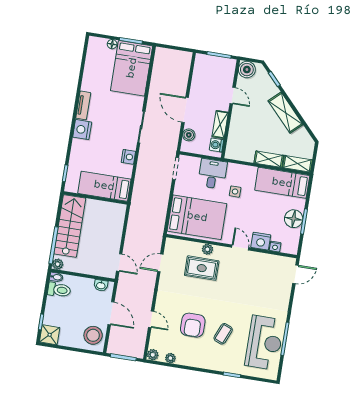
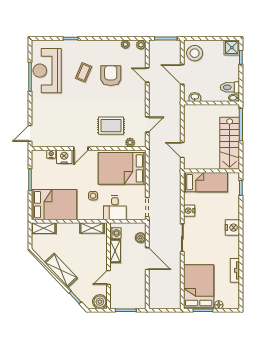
door: (233, 96) -> (108, 277), hinge flipped
tv unit: (83, 105) -> (235, 270), moved
shelving: (269, 159) -> (92, 228), moved
bed: (282, 183) -> (54, 205), width x1.50
floor lamp: (294, 219) -> (39, 181), removed
door: (240, 247) -> (81, 149), hinge flipped
plant: (207, 249) -> (130, 142), moved
door: (119, 262) -> (182, 150), moved
plant: (58, 264) -> (235, 109), removed

